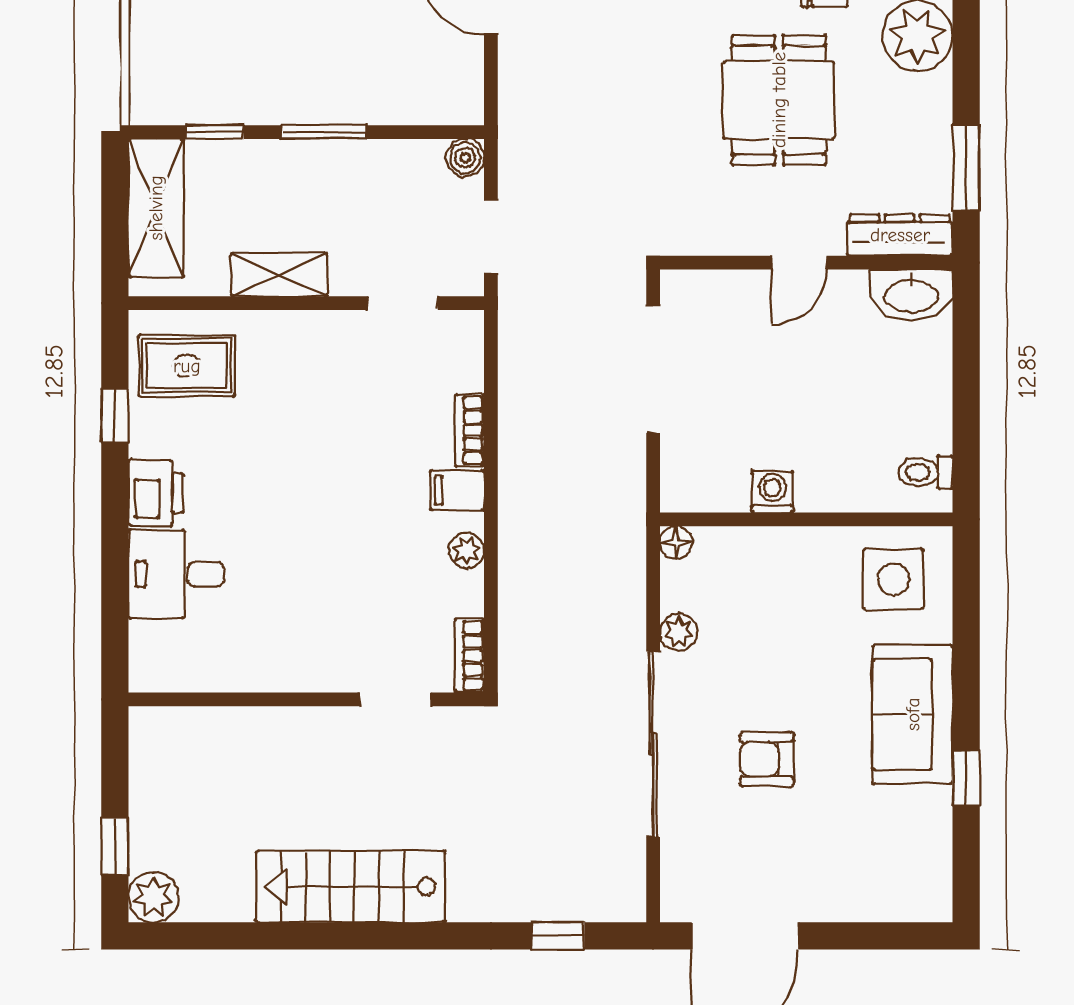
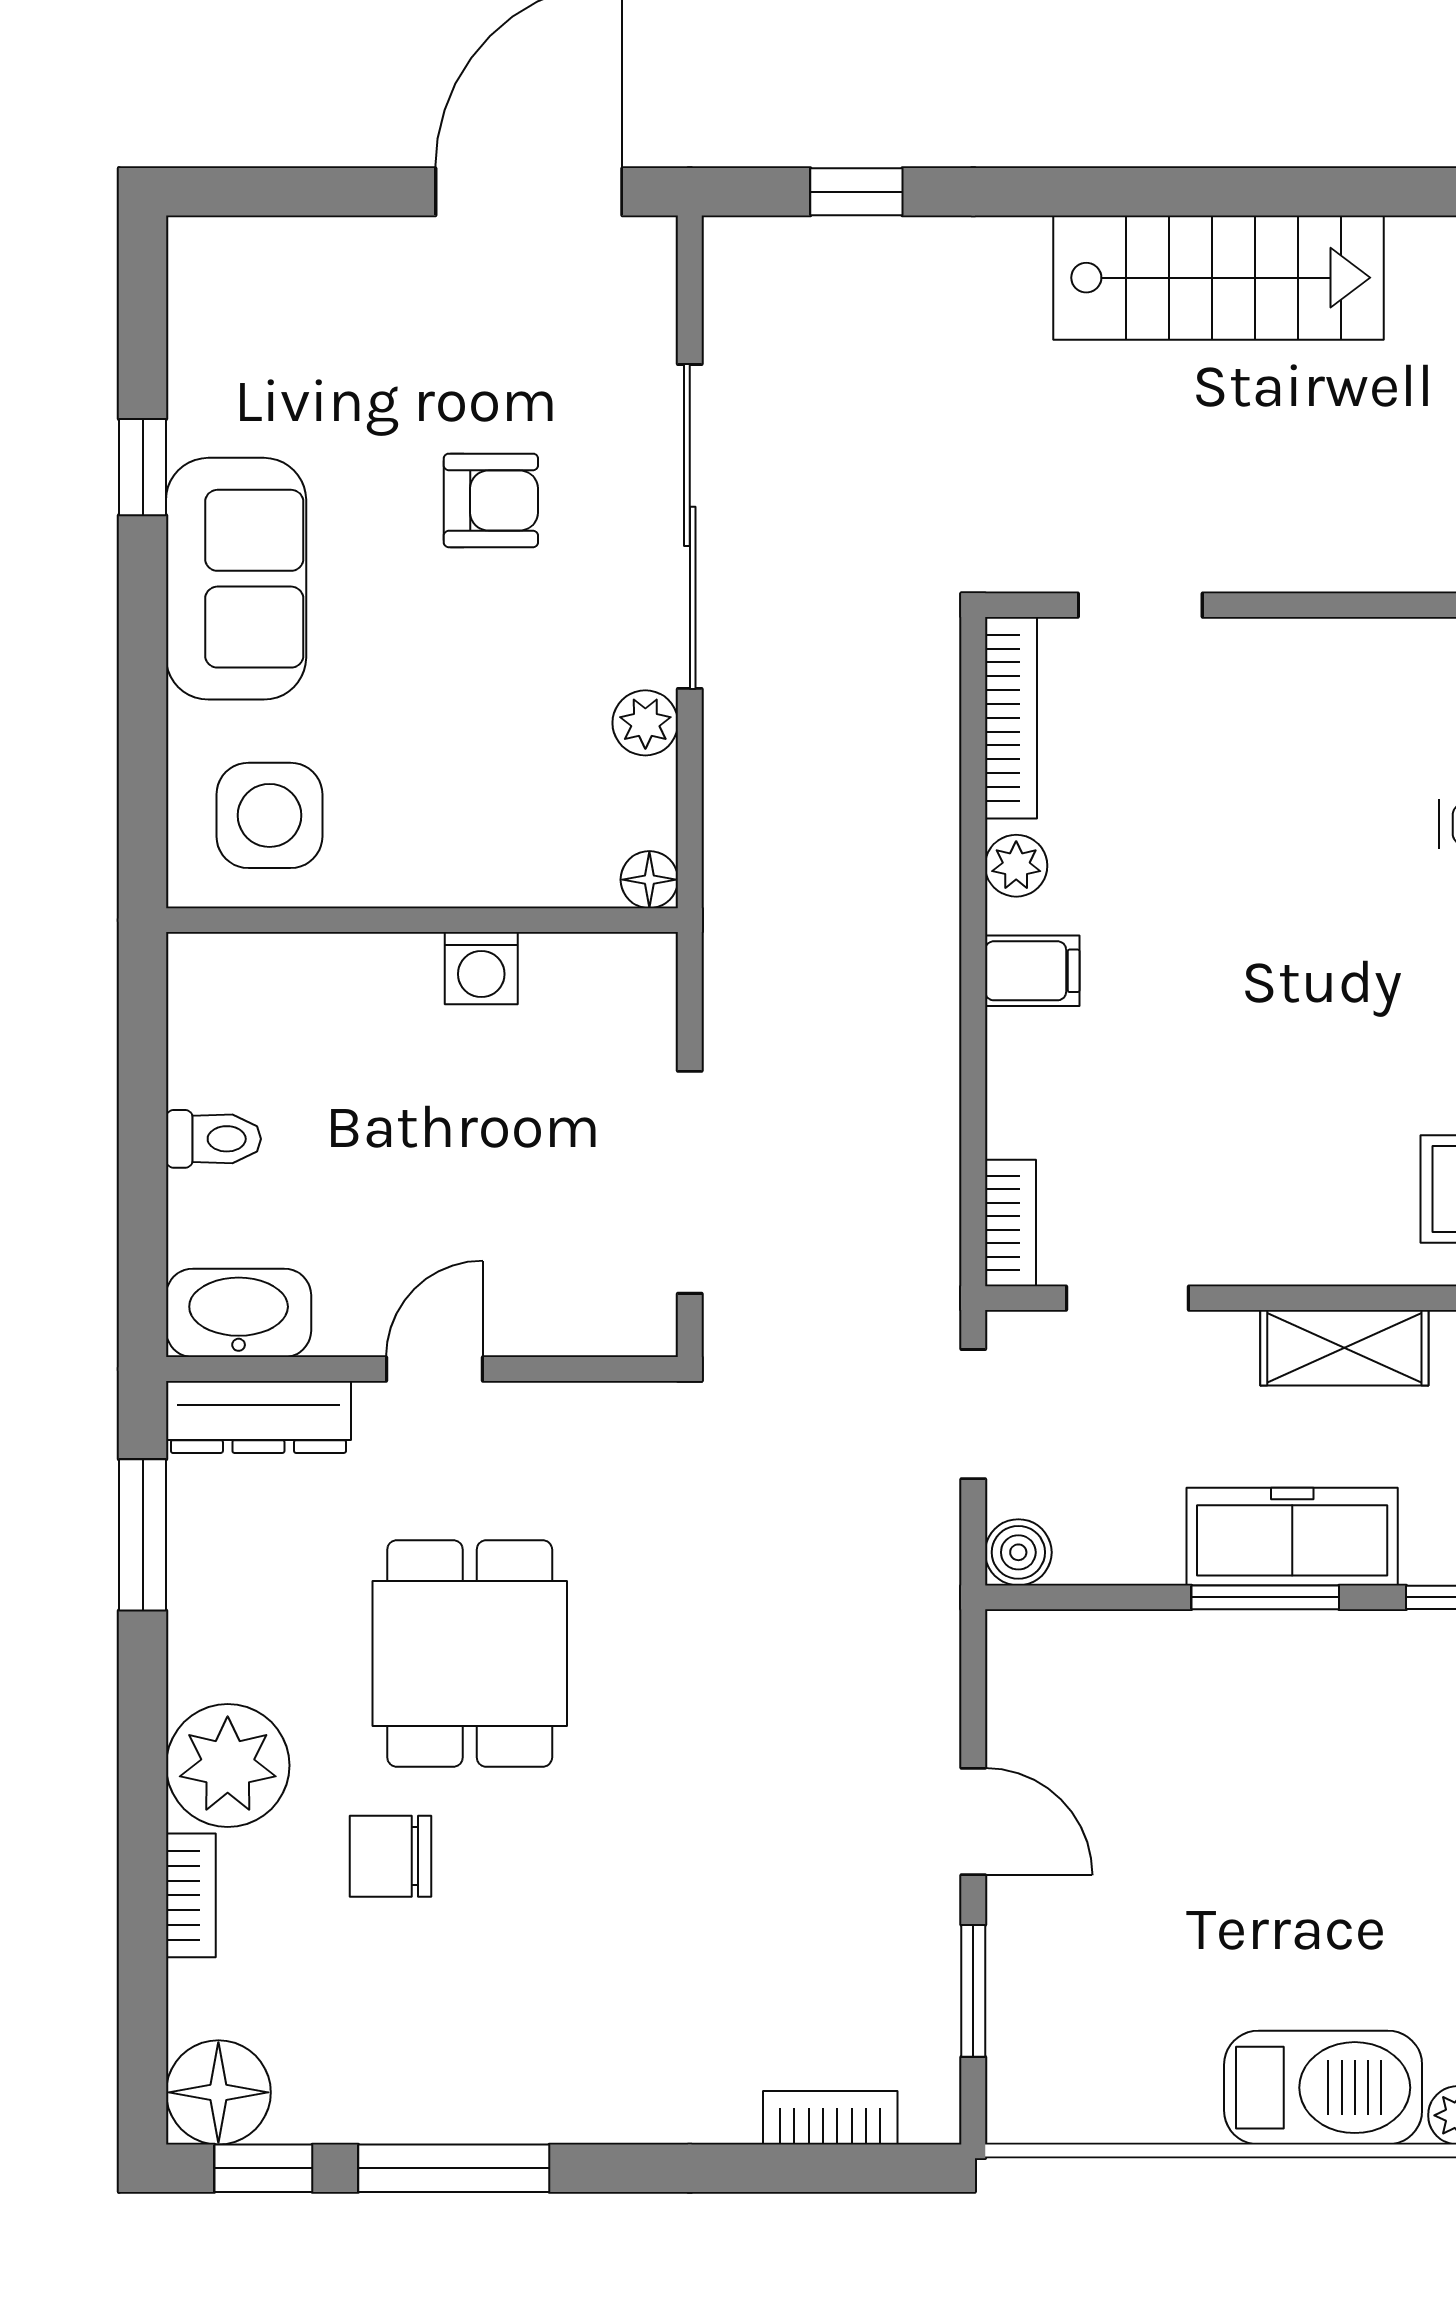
freezer: (309, 167) -> (1292, 1537), added
bookcase: (470, 430) -> (1010, 1223), moved
toilet: (925, 472) -> (213, 1139), moved
bookcase: (469, 656) -> (1011, 718), width x1.56

